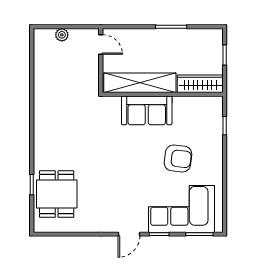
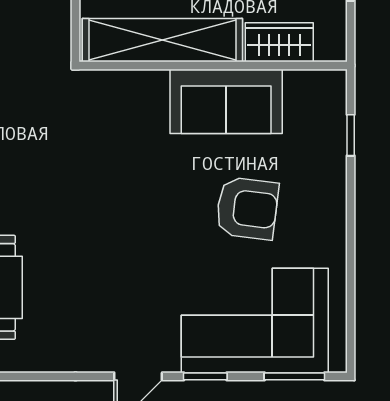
wardrobe: (200, 84) -> (279, 42), width x0.67
sofa: (147, 110) -> (226, 101), moved

